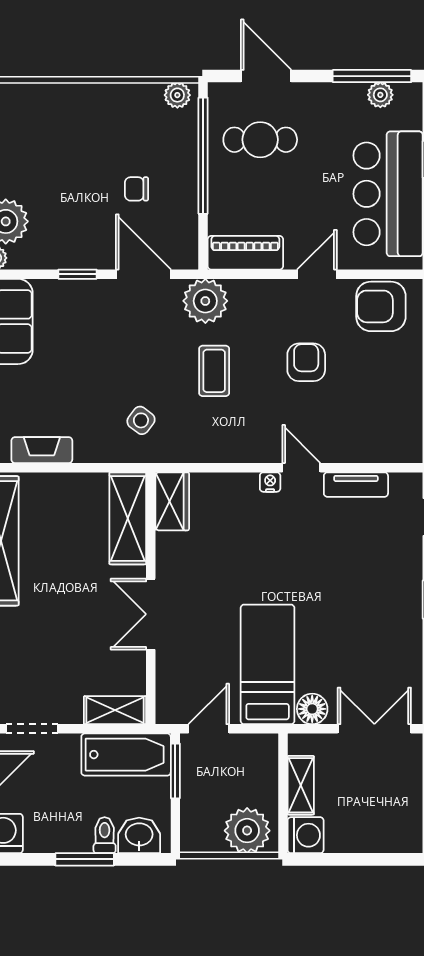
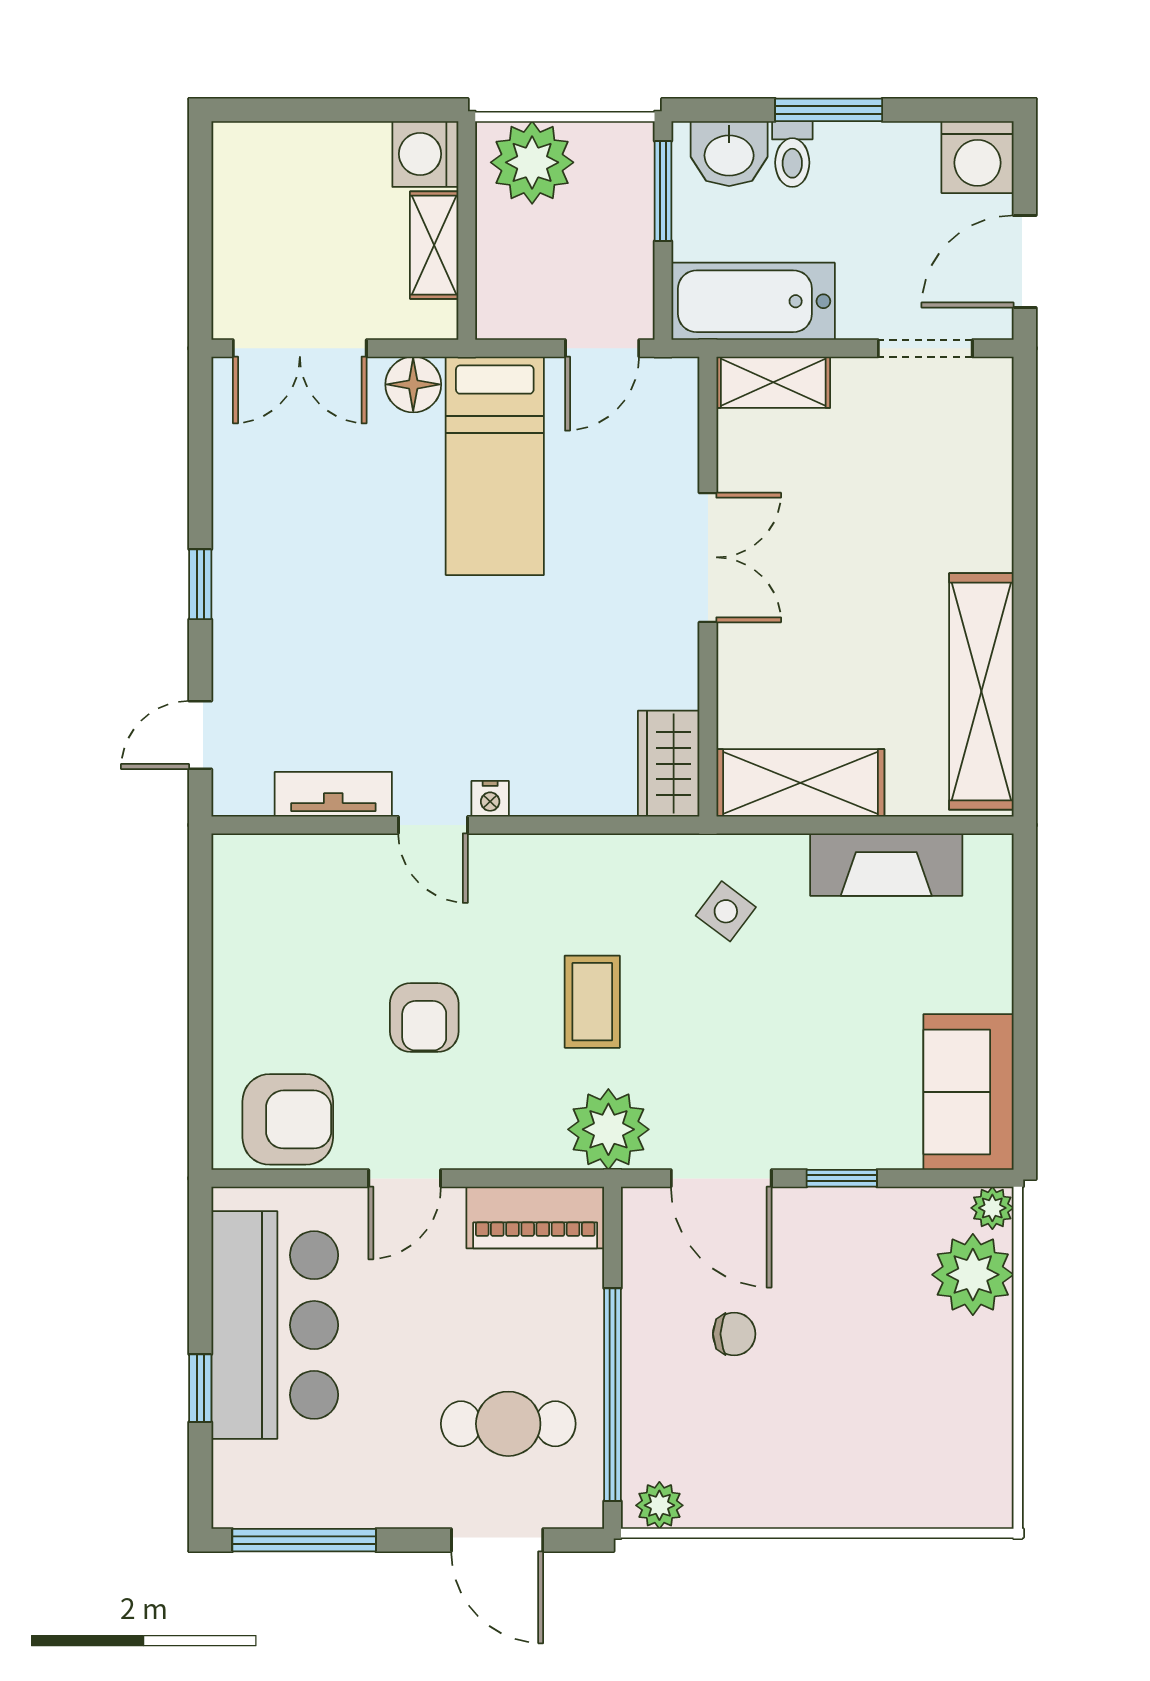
plant: (380, 95) -> (289, 1506), removed
fireplace: (42, 450) -> (886, 865), width x1.37, depth x1.32
shelving: (128, 518) -> (800, 783), moved, turned 90
window: (175, 771) -> (663, 191), moved

